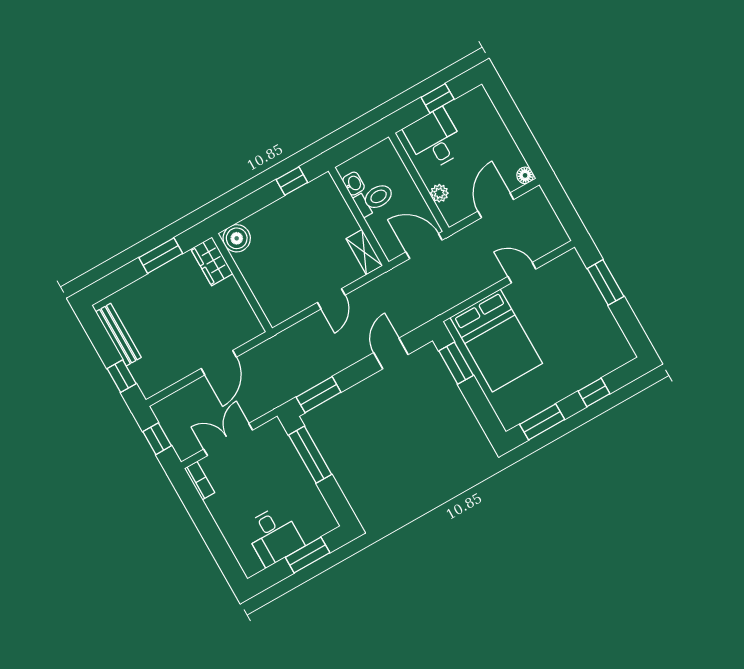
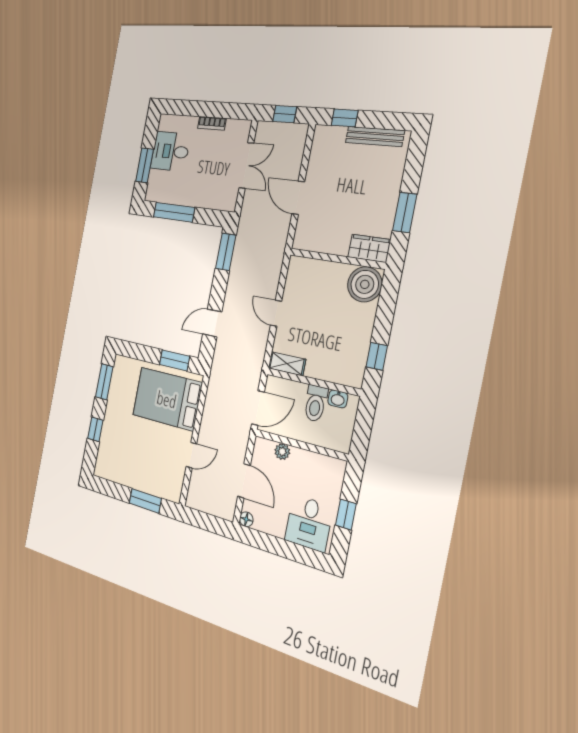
desk: (435, 139) -> (309, 523), moved, turned 90
boiler: (237, 238) -> (365, 284), width x1.37, depth x1.37
door: (391, 354) -> (212, 323), swing flipped
window: (310, 455) -> (174, 212), moved
bookcase: (200, 481) -> (212, 123), moved

